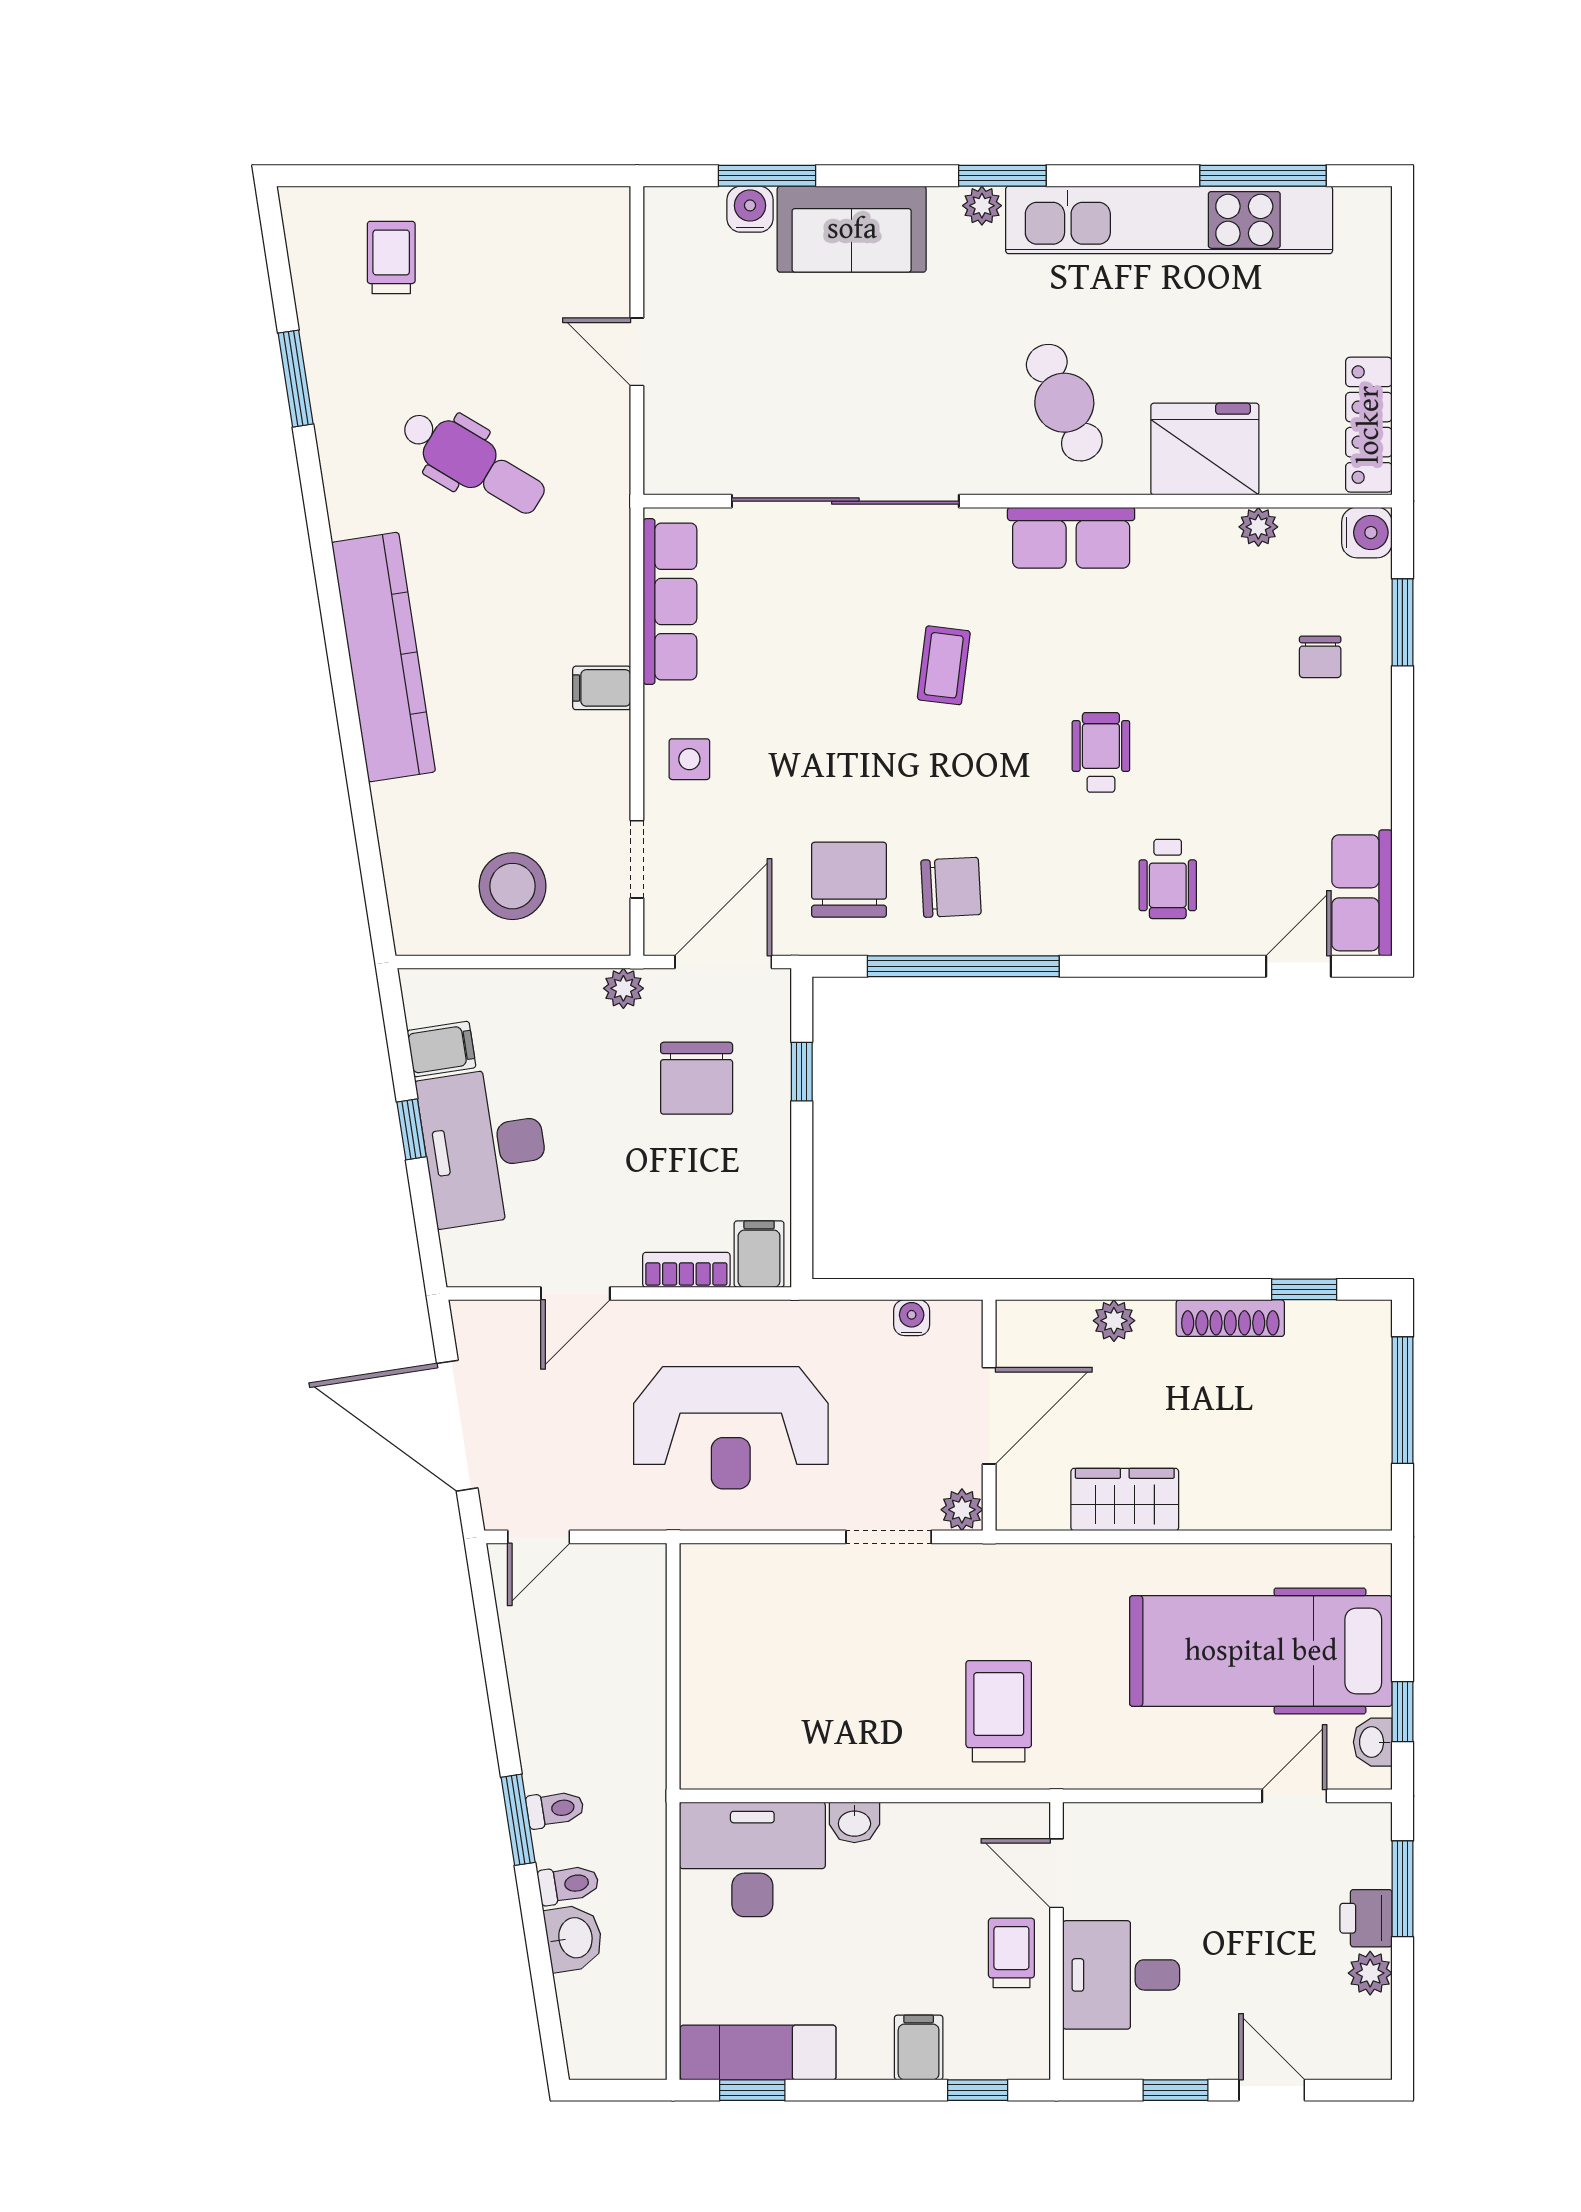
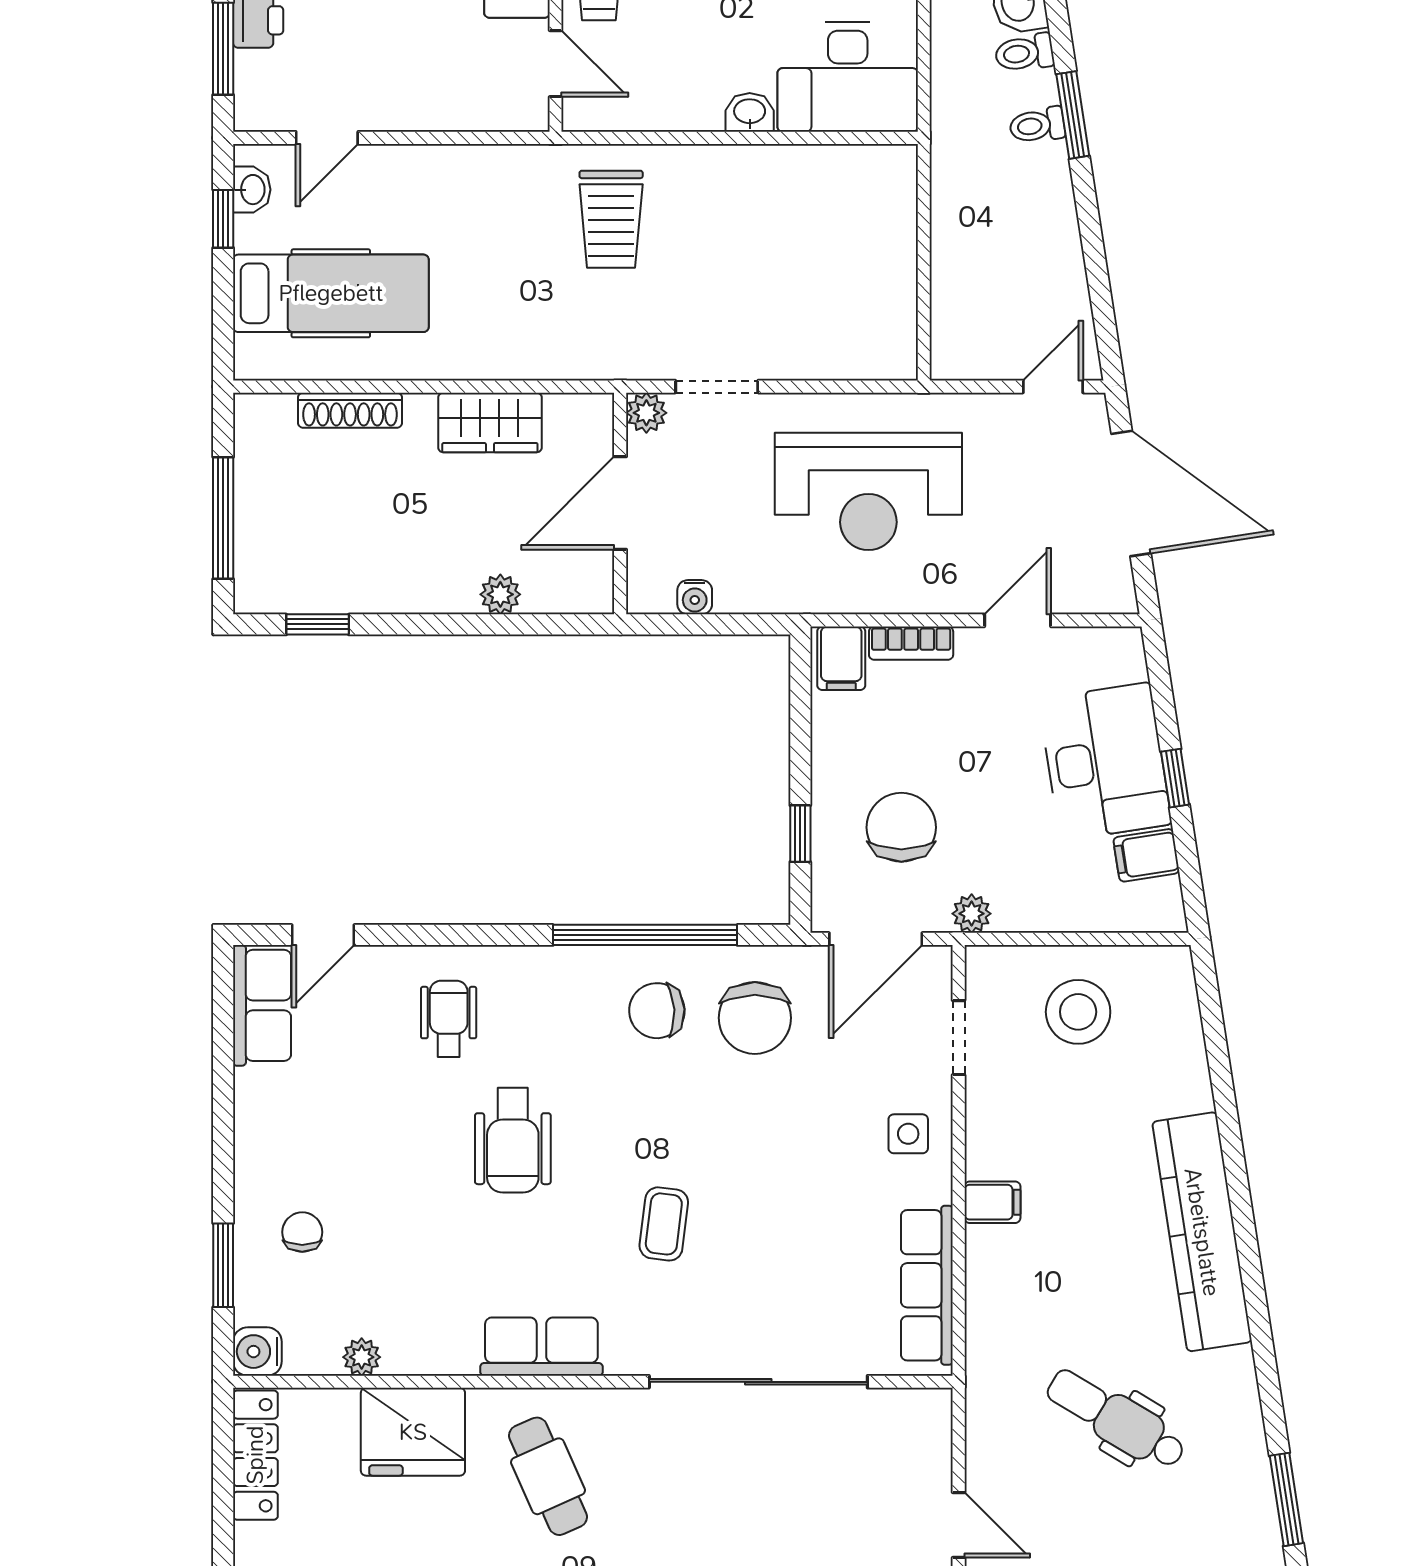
wheelchair: (1101, 752) -> (513, 1140), width x1.36, depth x1.37
shoe rack: (1230, 1318) -> (350, 410), moved, turned 180
reception desk: (731, 1428) -> (868, 491), turned 180
hospital bed: (1261, 1651) -> (331, 293), width x0.73, depth x0.78

